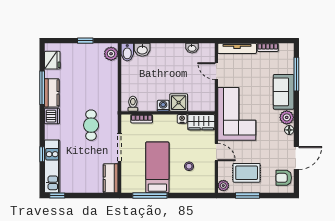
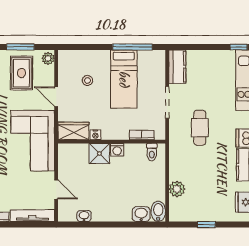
plant: (111, 54) -> (177, 189), moved
rug: (247, 173) -> (21, 73), turned 90

